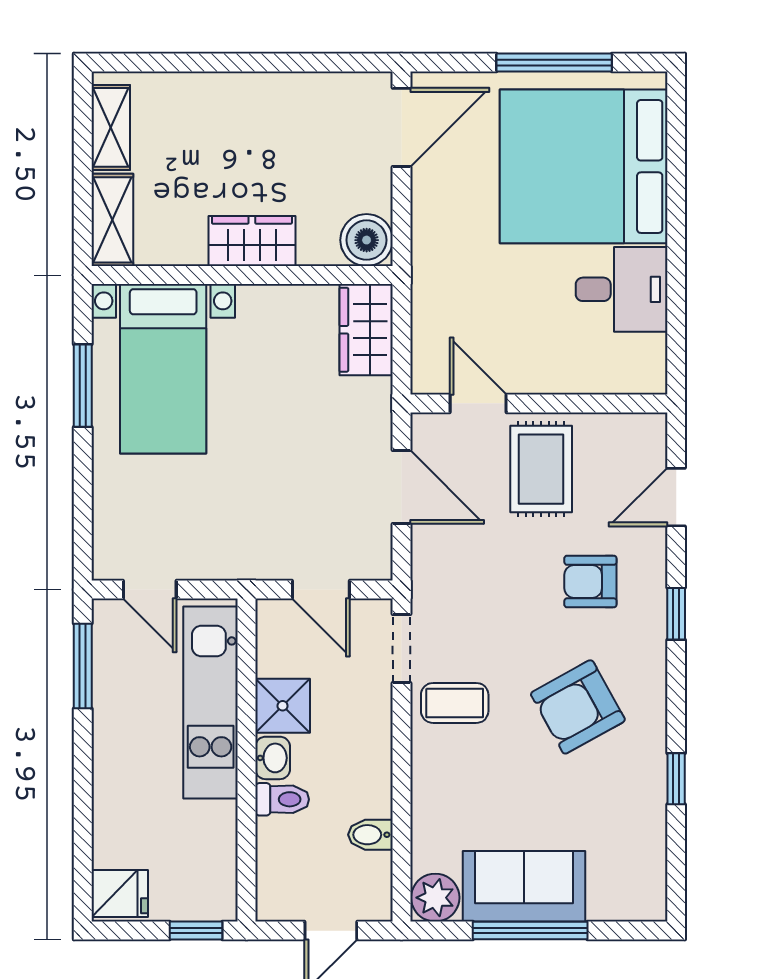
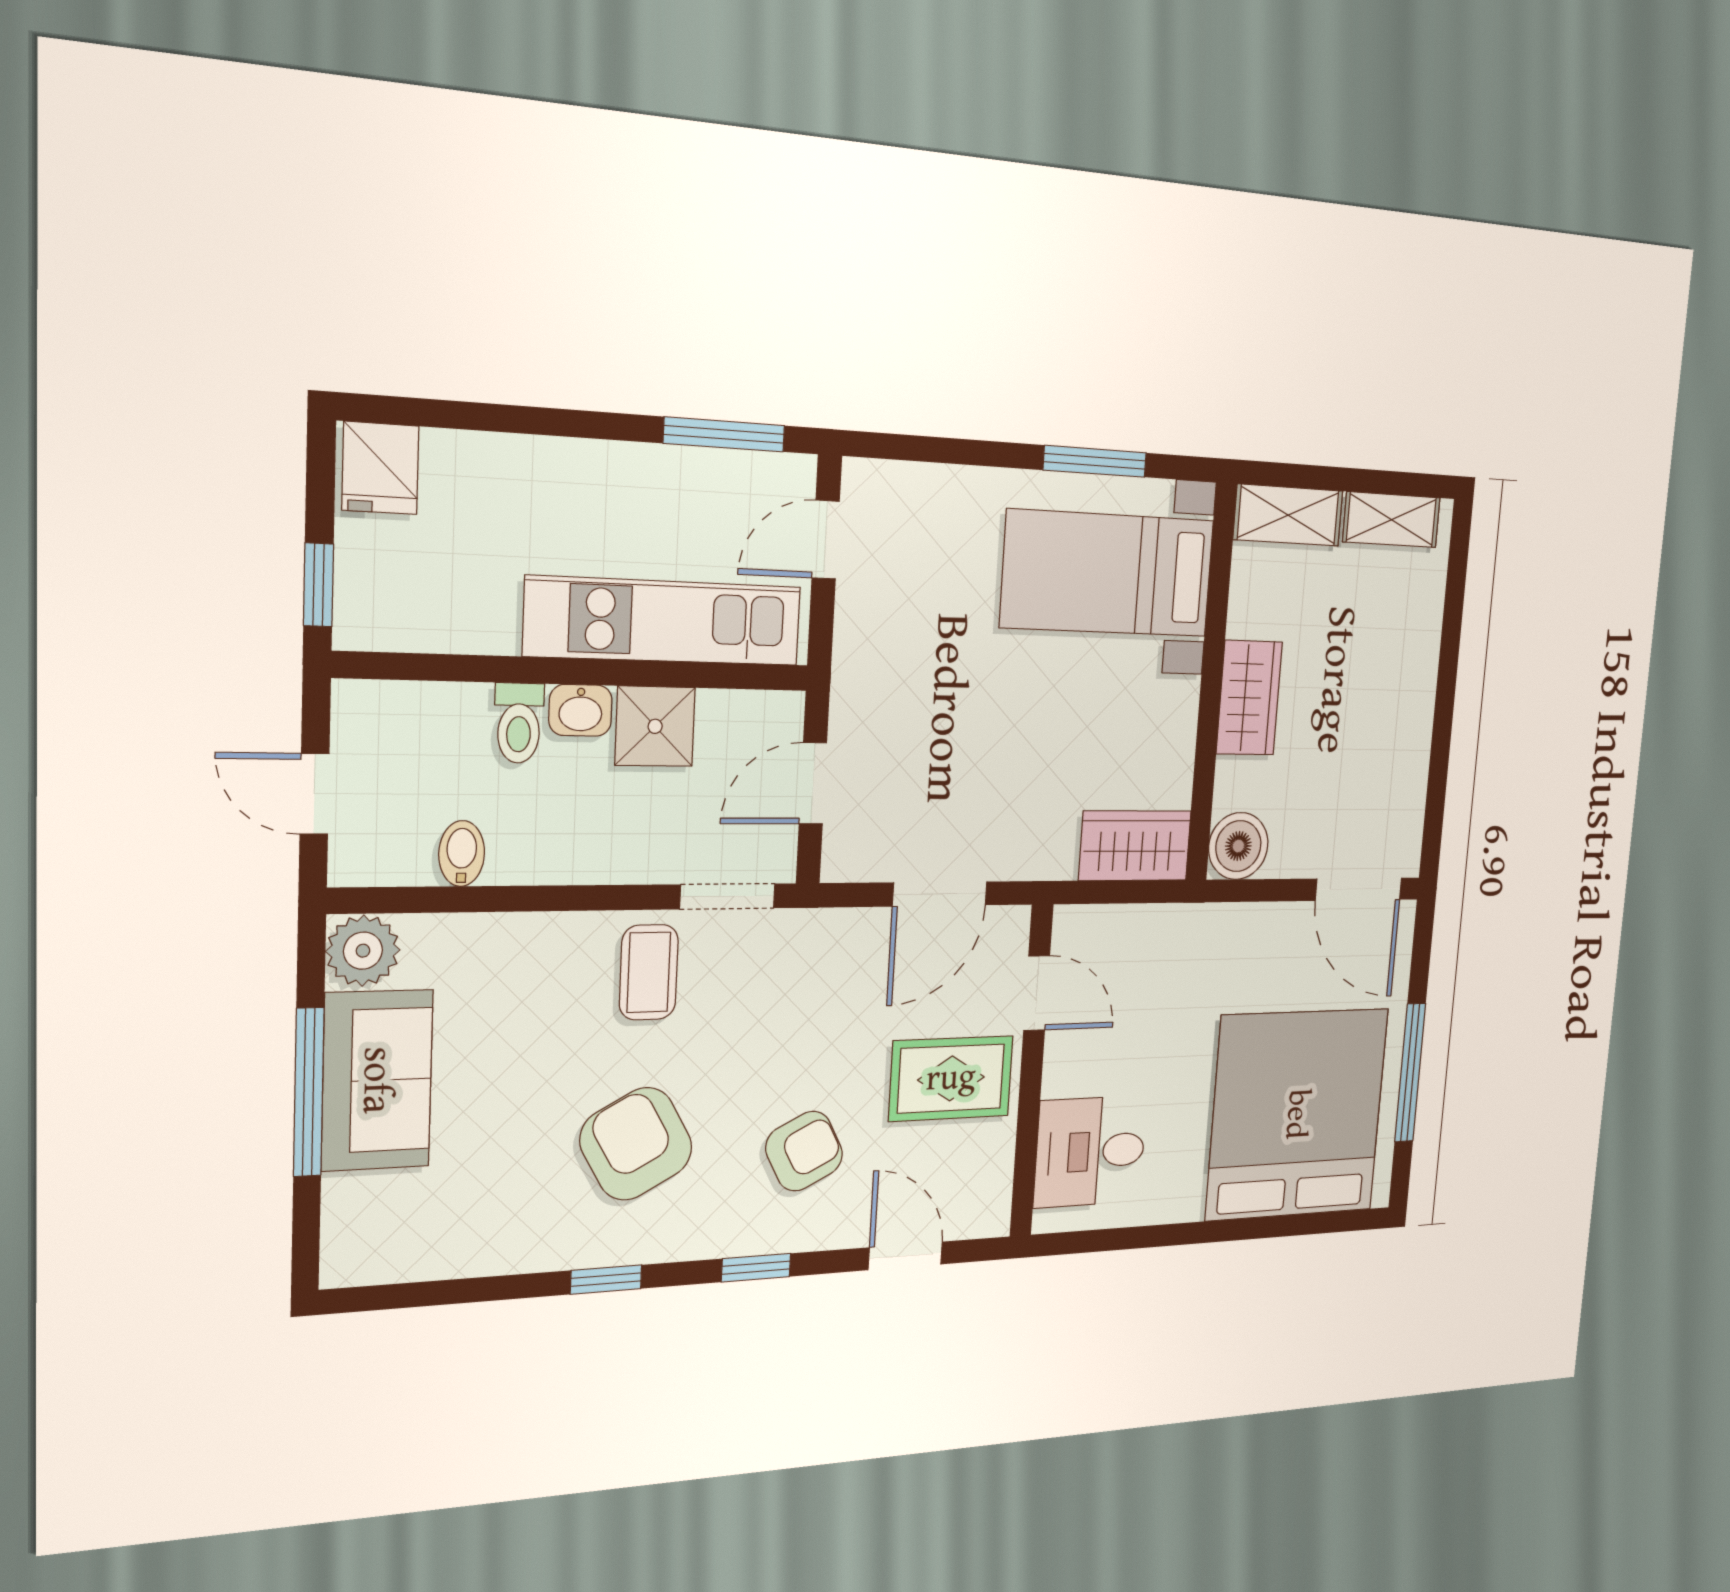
desk: (622, 289) -> (1090, 1151), moved, turned 90
door: (478, 403) -> (1037, 993), hinge flipped
armchair: (590, 582) -> (804, 1151), turned 63
window: (676, 779) -> (606, 1280), moved

